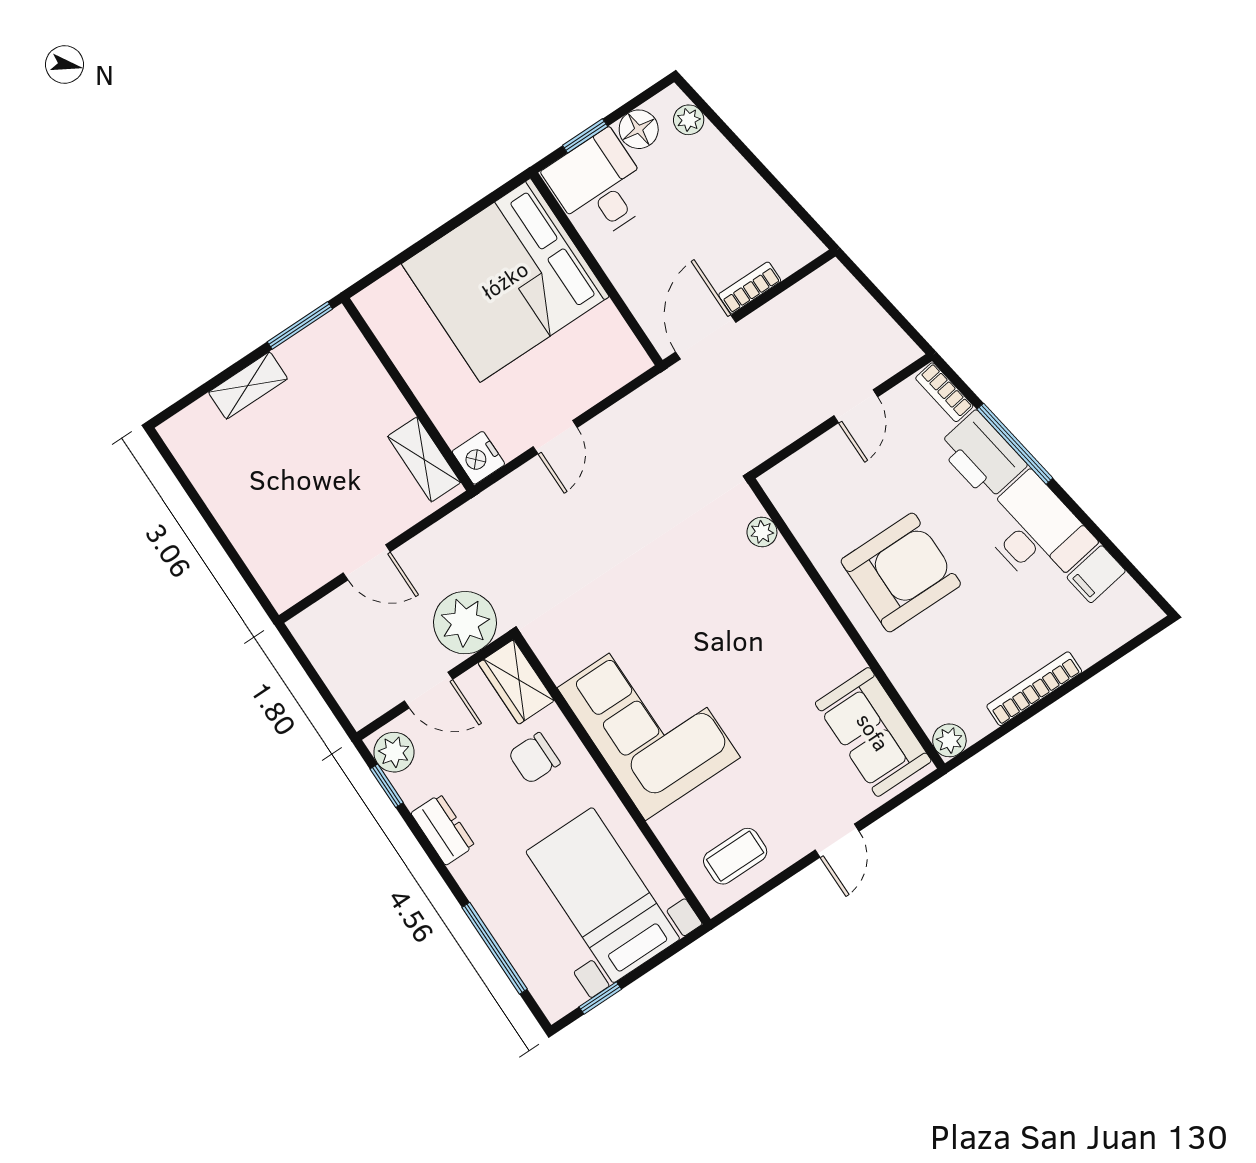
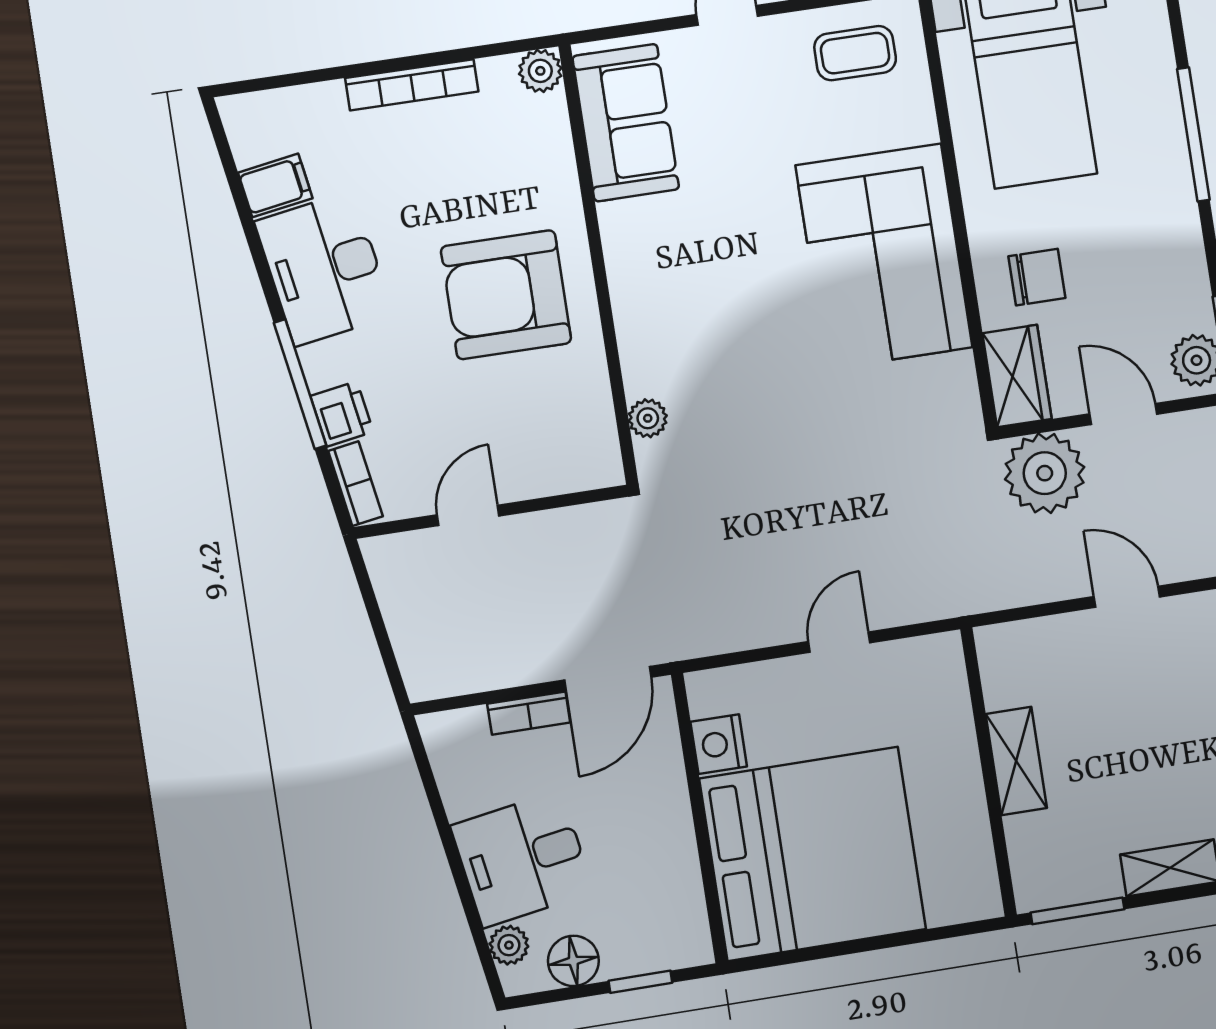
desk: (599, 186) -> (522, 859), moved, turned 81
printer: (982, 456) -> (342, 414), width x0.53, depth x0.68
nightstand: (478, 458) -> (719, 744), moved, turned 180
shelving: (424, 459) -> (1016, 761), moved
dresser: (443, 830) -> (1181, 244), removed
window: (495, 948) -> (1193, 134), moved

